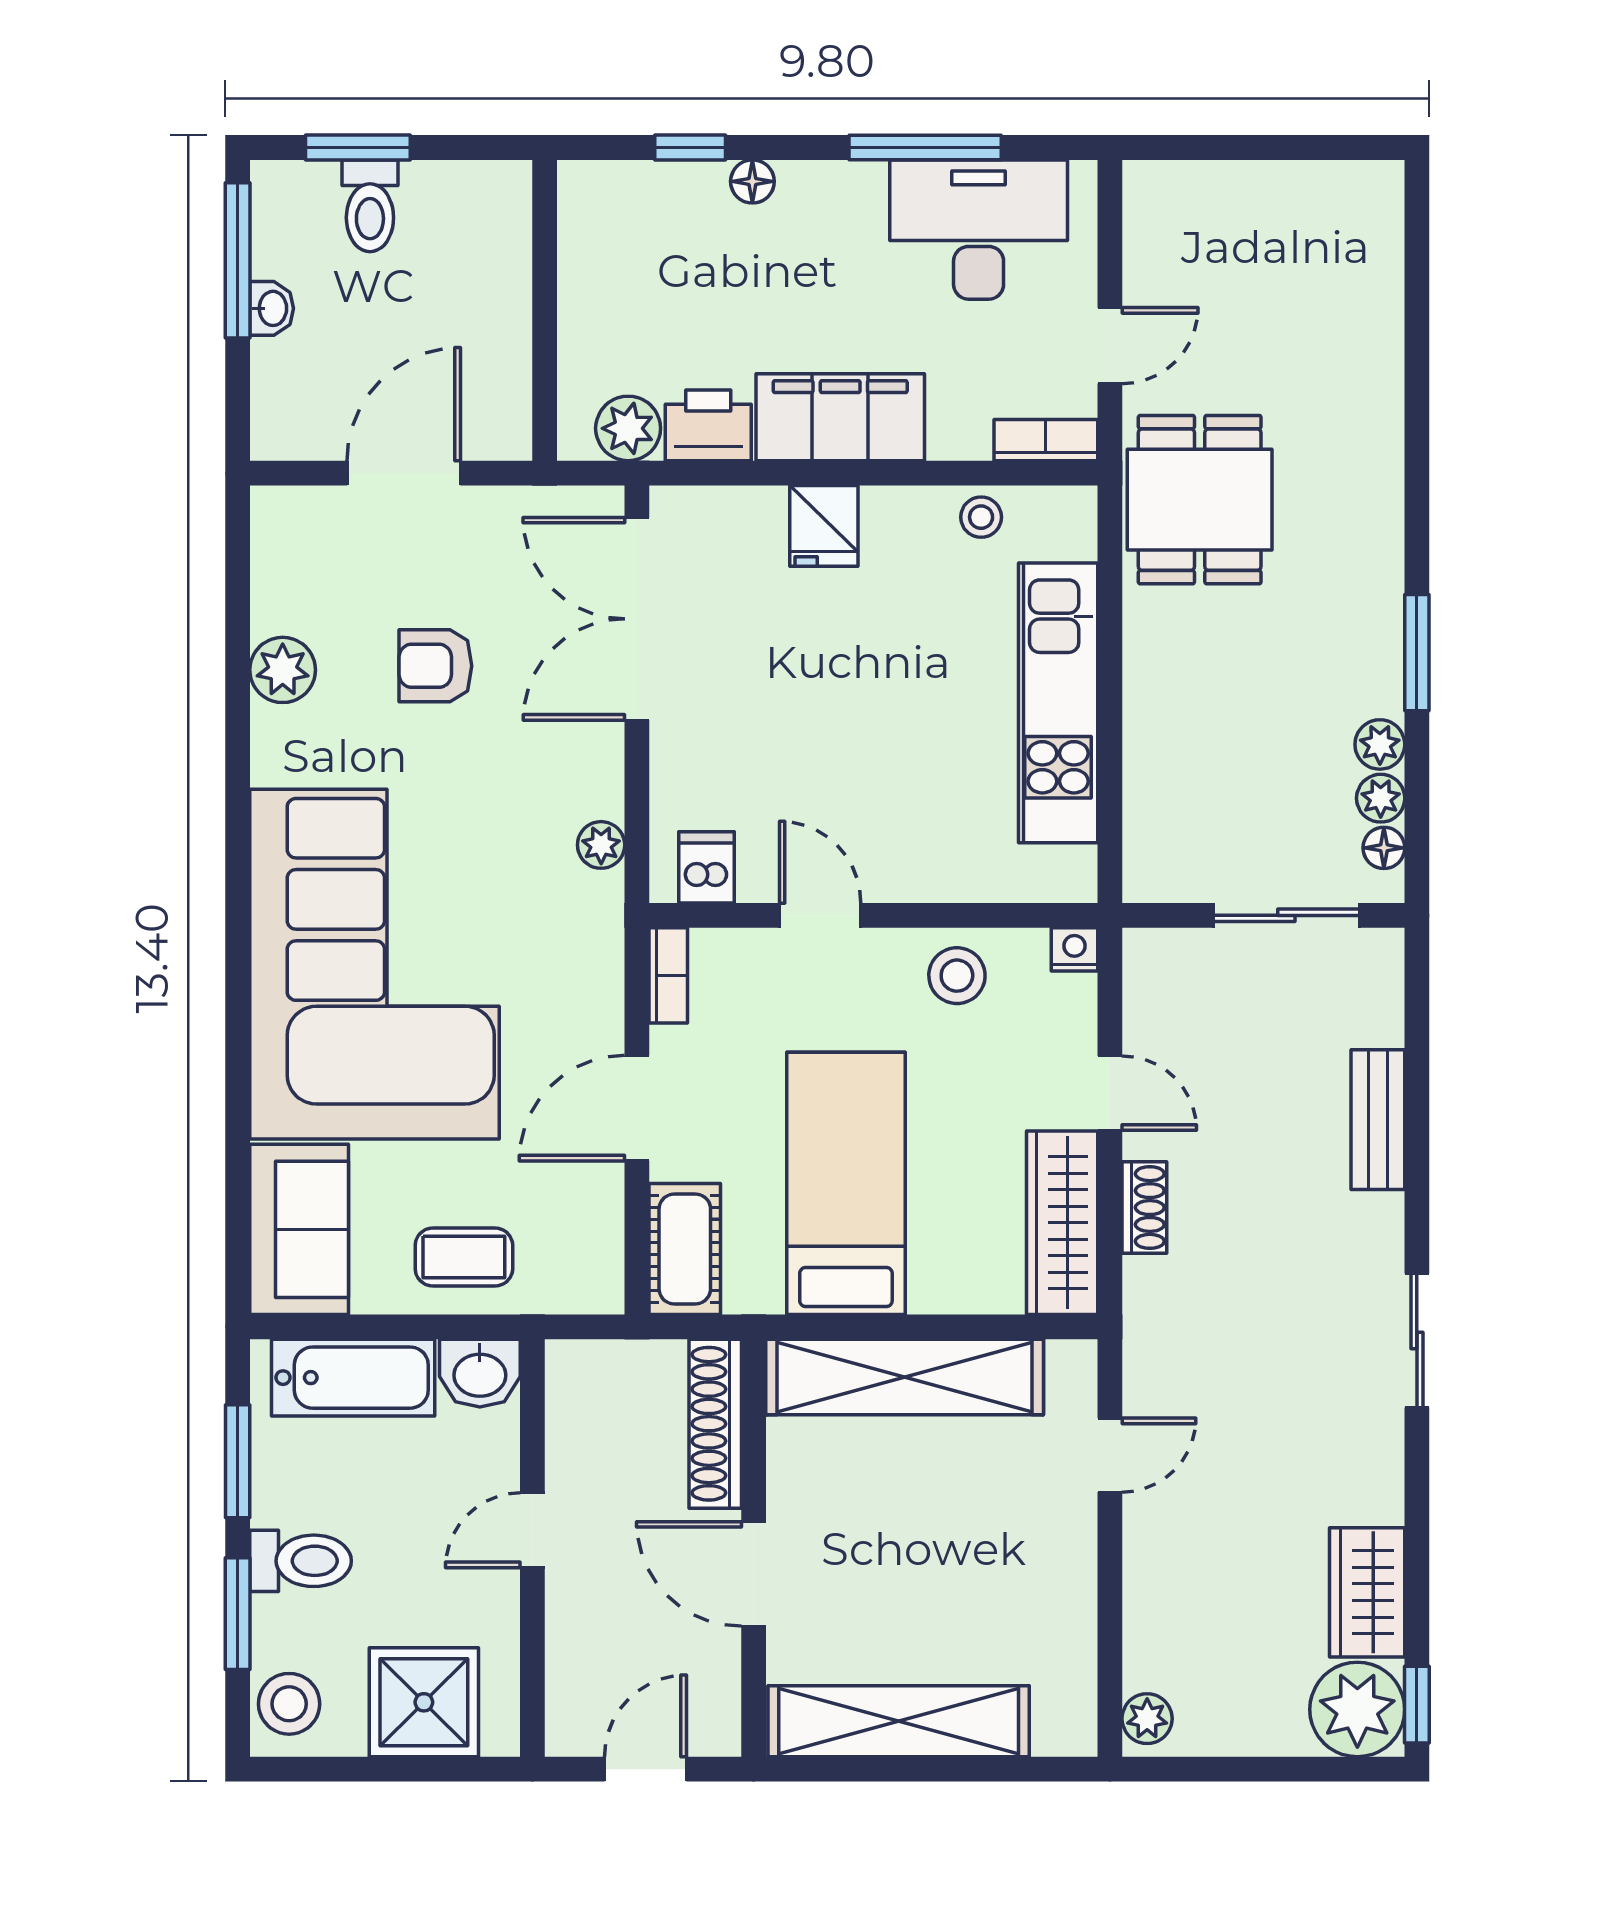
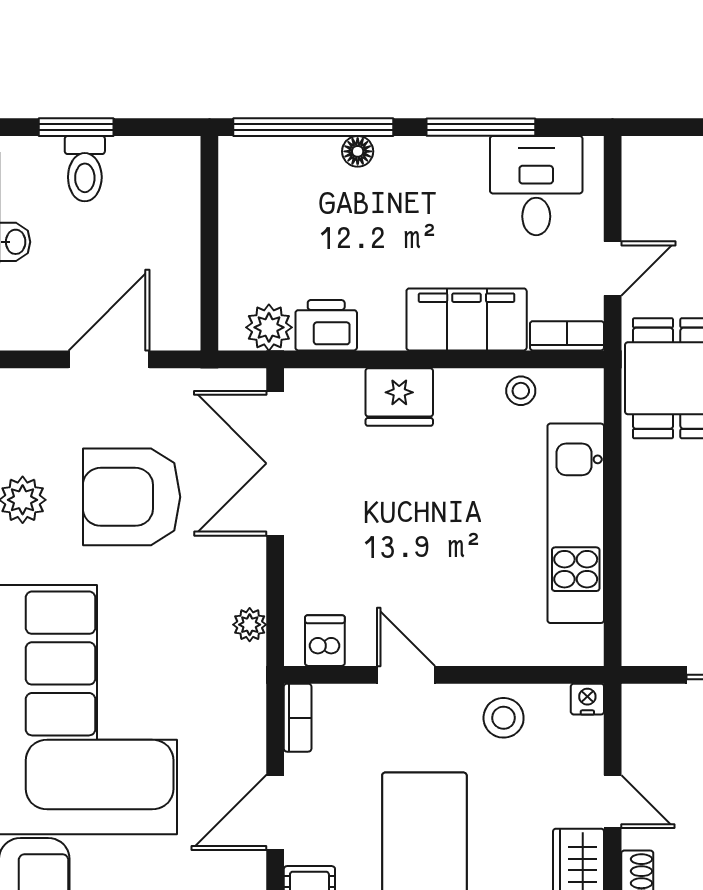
window: (690, 147) -> (313, 127), width x3.17
desk: (979, 230) -> (536, 186), width x0.73
filing cabinet: (840, 417) -> (467, 319), moved
fridge: (824, 526) -> (399, 397), width x1.38
armchair: (435, 666) -> (132, 497), width x1.88, depth x1.88

